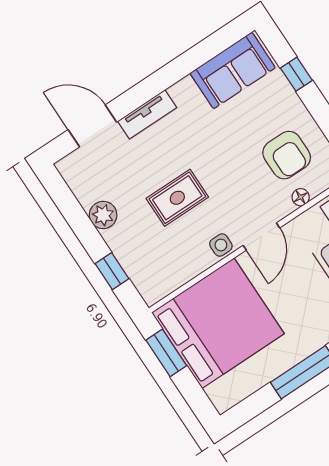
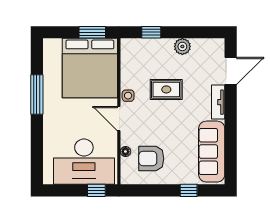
sofa: (233, 70) -> (212, 152), width x1.36
rug: (177, 198) -> (166, 89), turned 90

